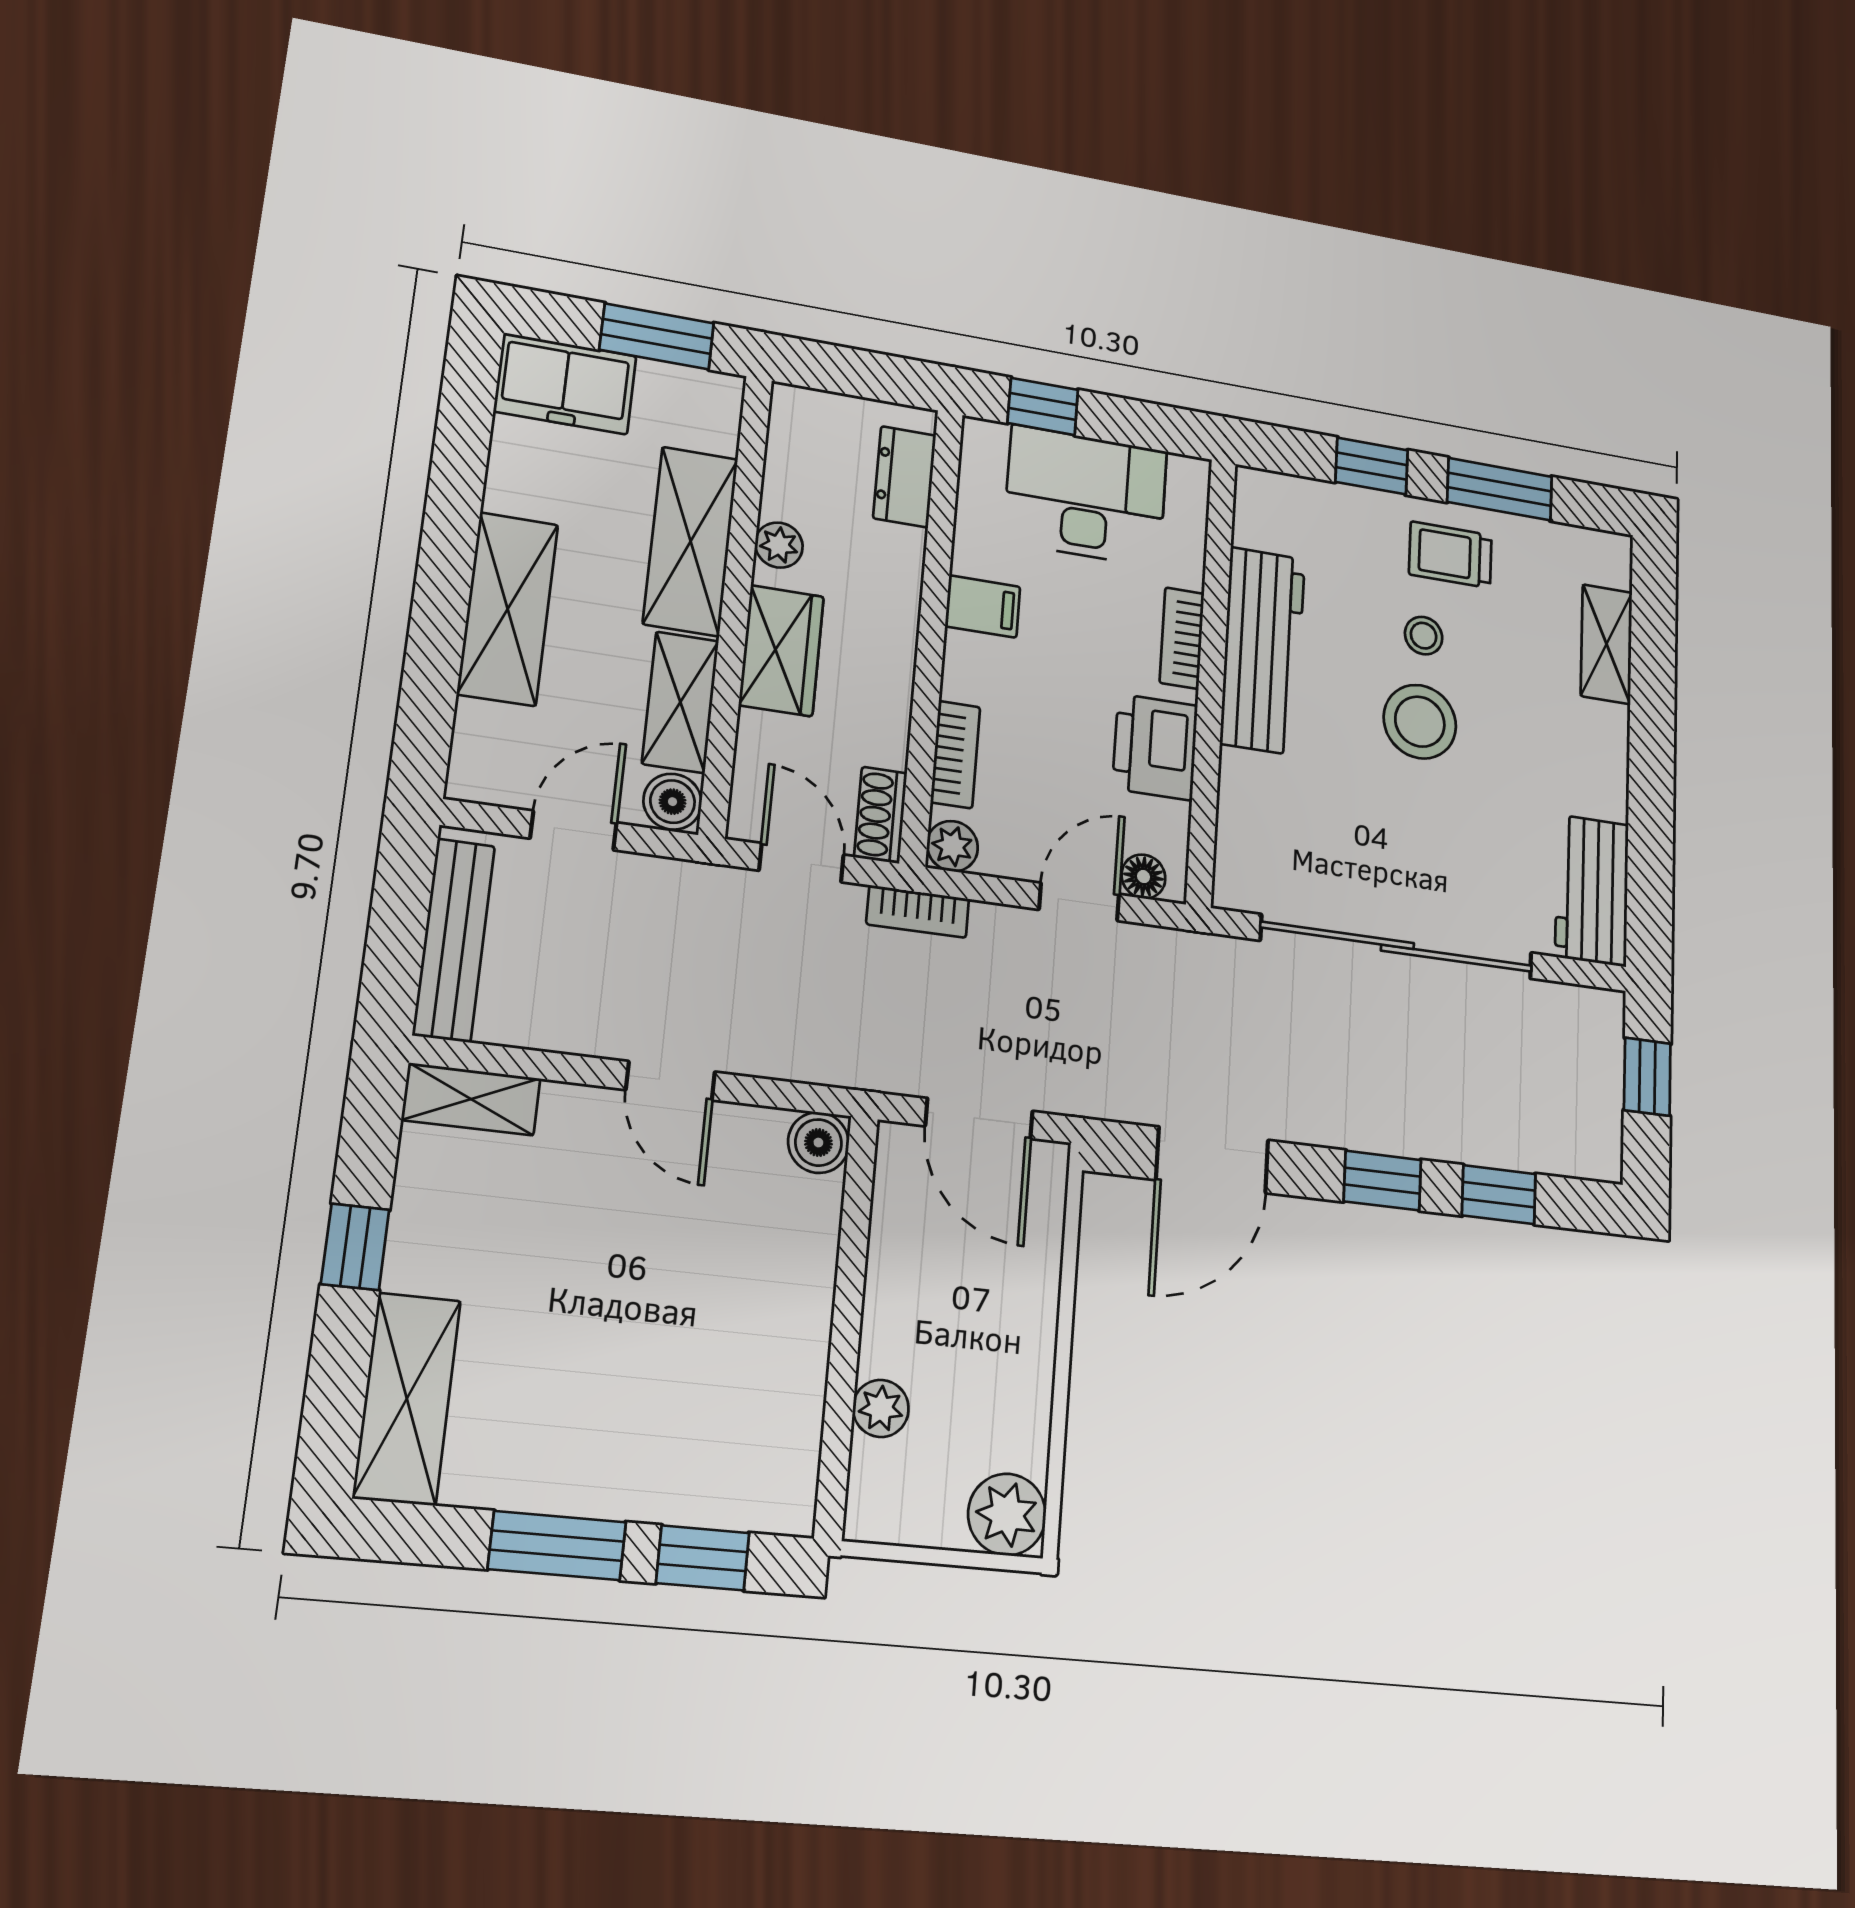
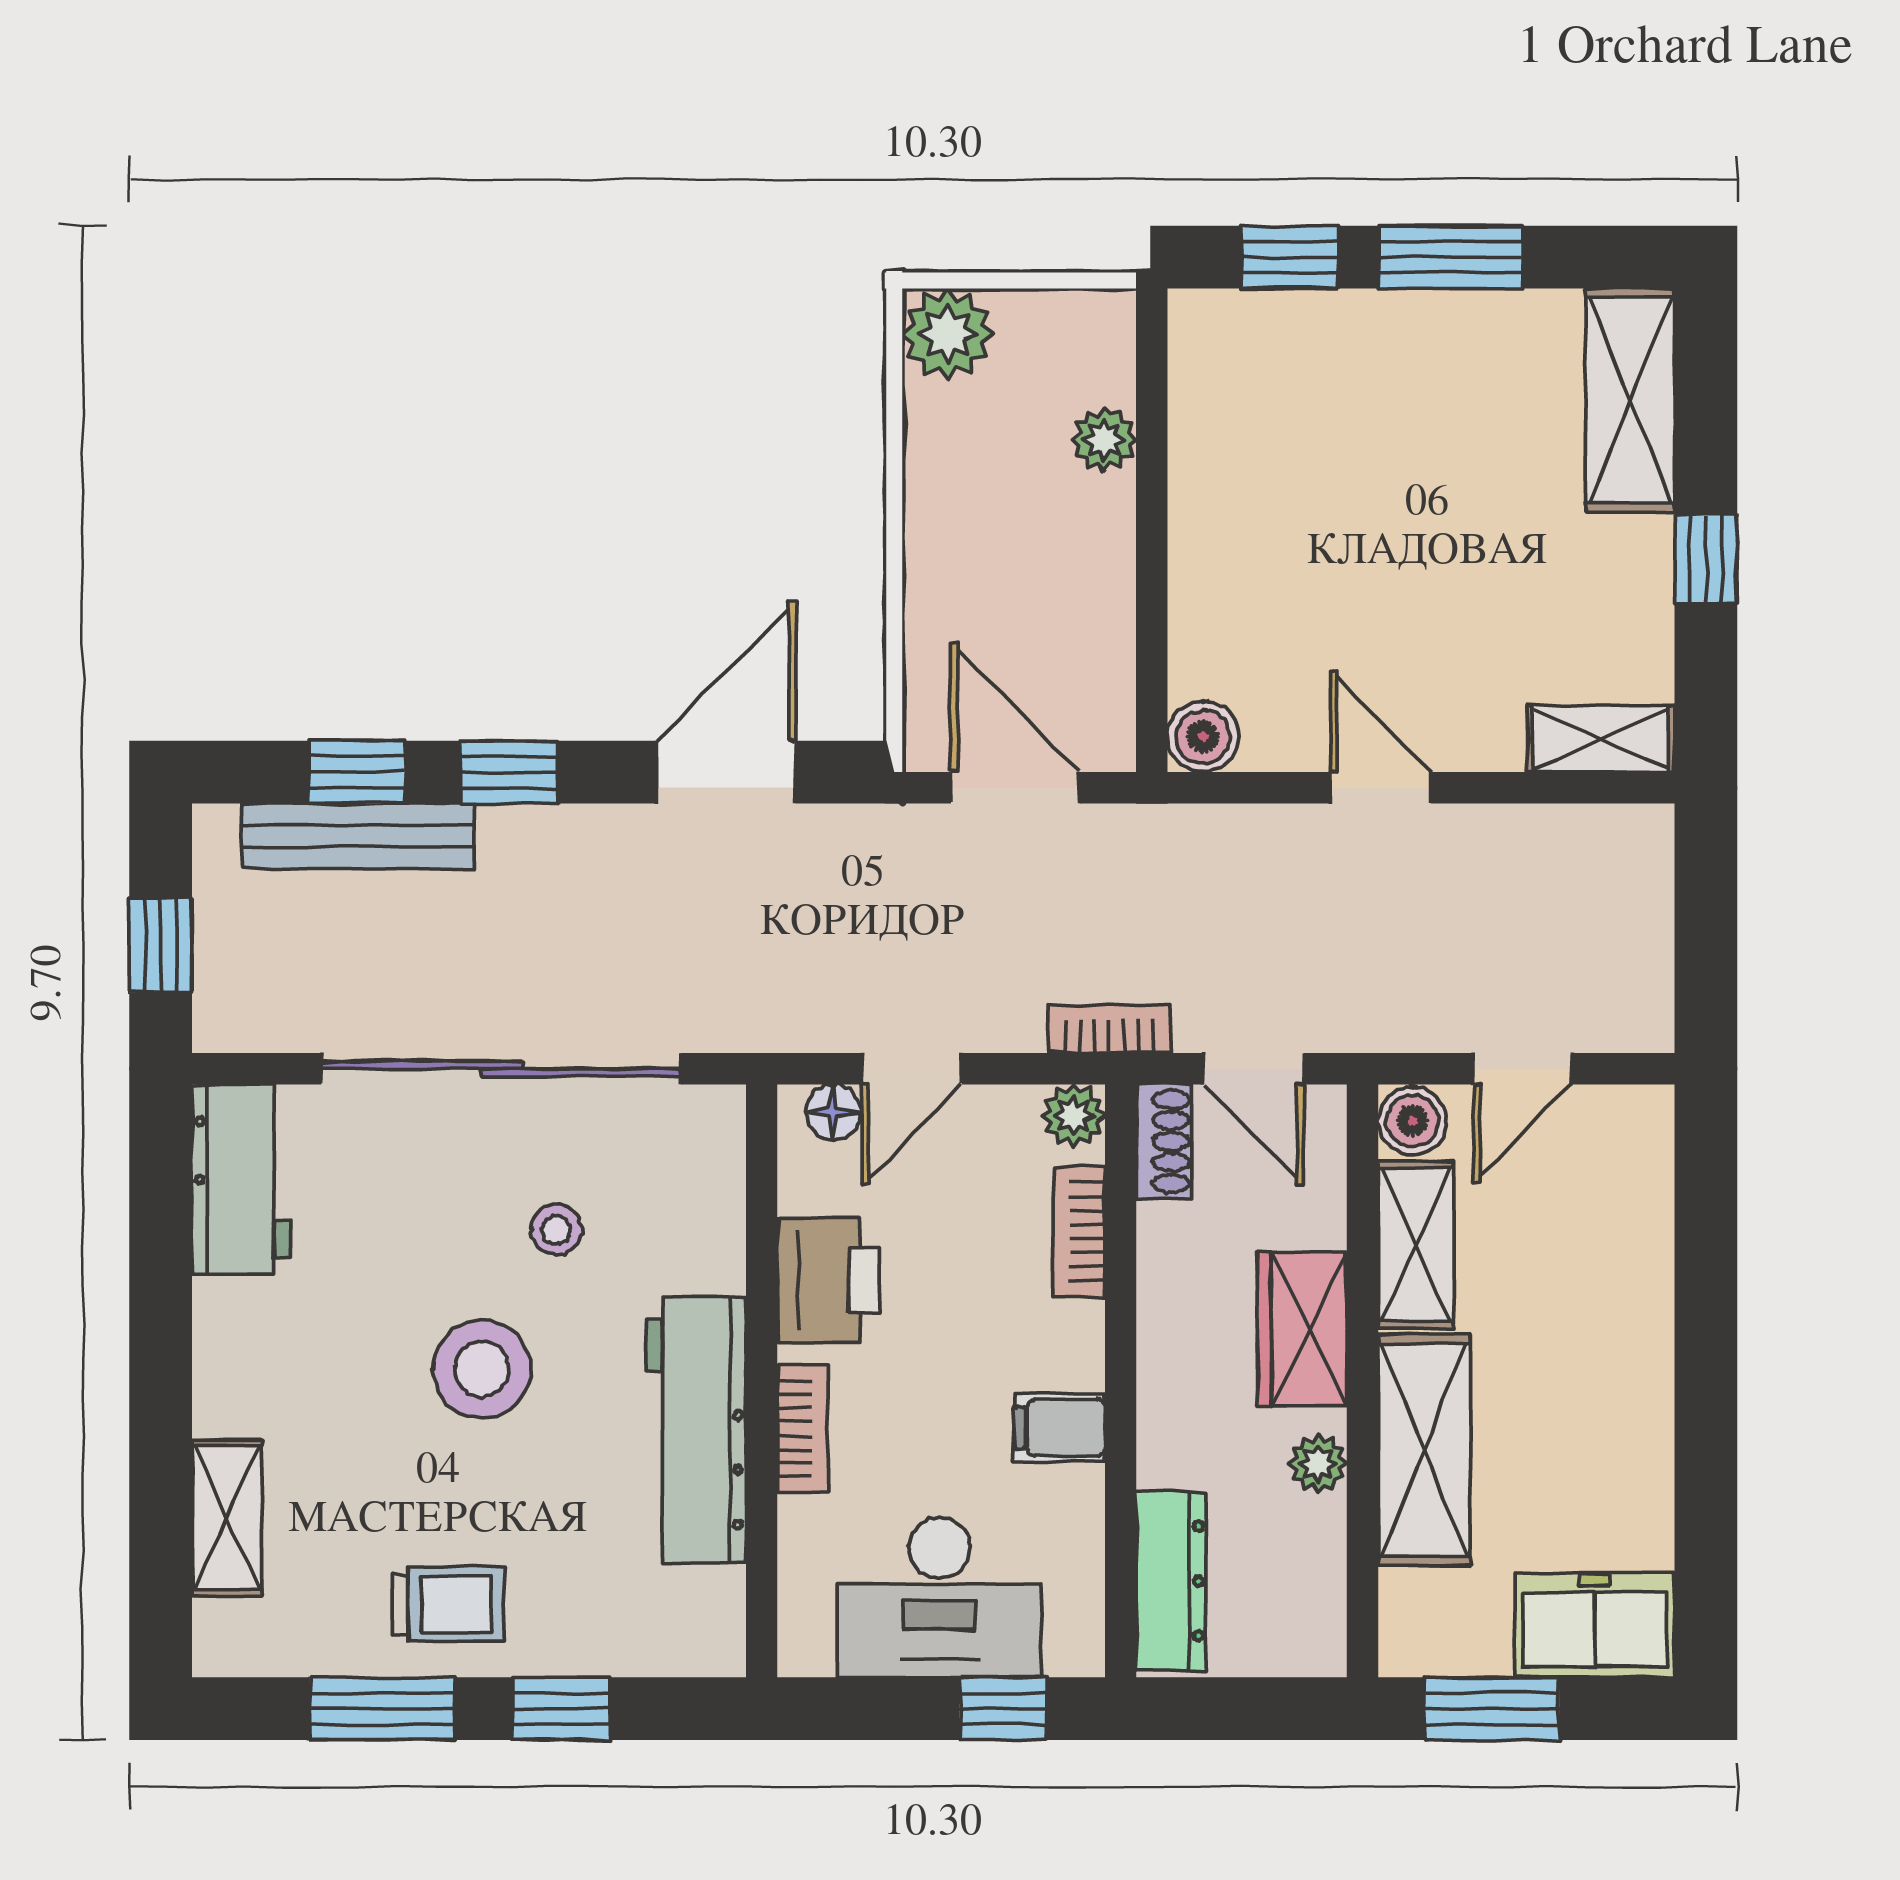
dresser: (905, 477) -> (1171, 1581), width x1.44
shelving: (508, 609) -> (1629, 1327), removed
stool: (1424, 636) -> (556, 1230), moved
bench: (454, 940) -> (358, 836), moved, turned 90

